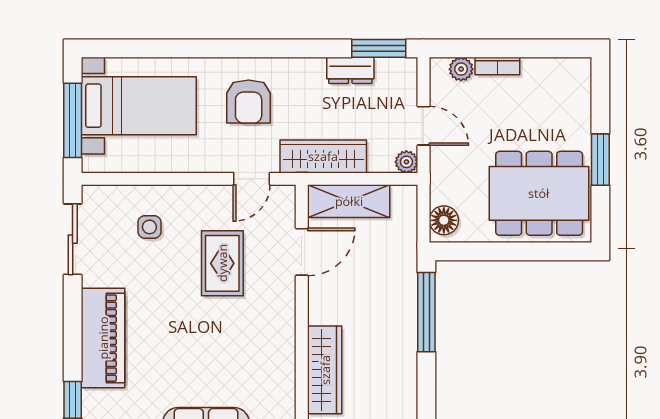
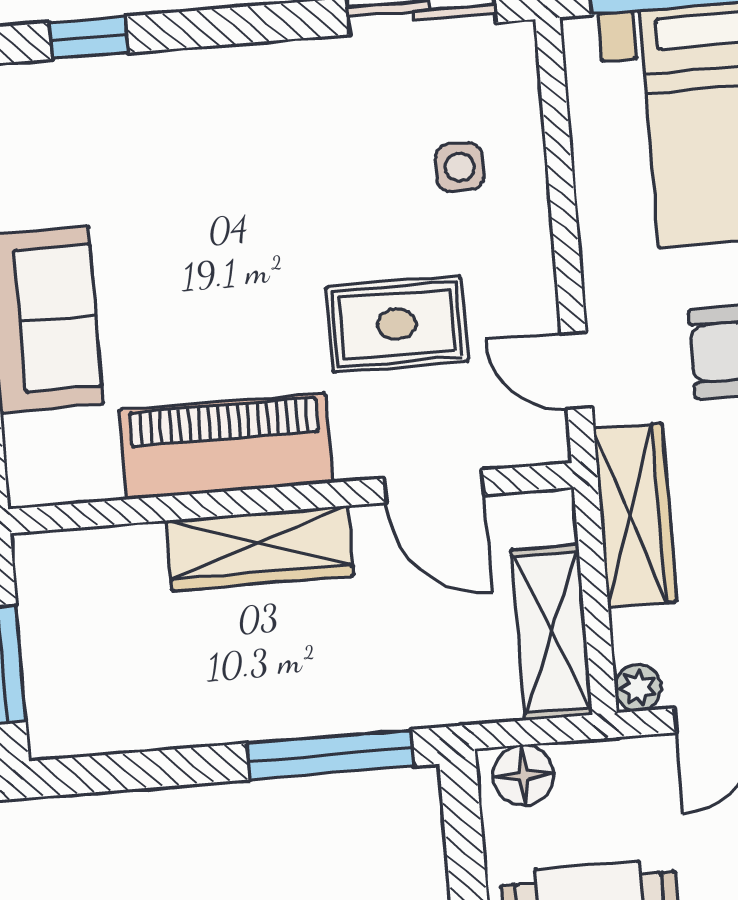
shelving: (349, 201) -> (552, 632), moved
piano: (103, 338) -> (226, 446), moved, turned 180
wardrobe: (325, 370) -> (260, 548), moved

